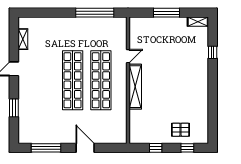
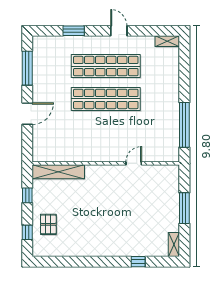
shelving: (23, 39) -> (167, 41), moved
door: (128, 56) -> (134, 163), swing flipped
shop shelf: (101, 80) -> (106, 66), moved
shelving: (135, 87) -> (58, 172), moved

